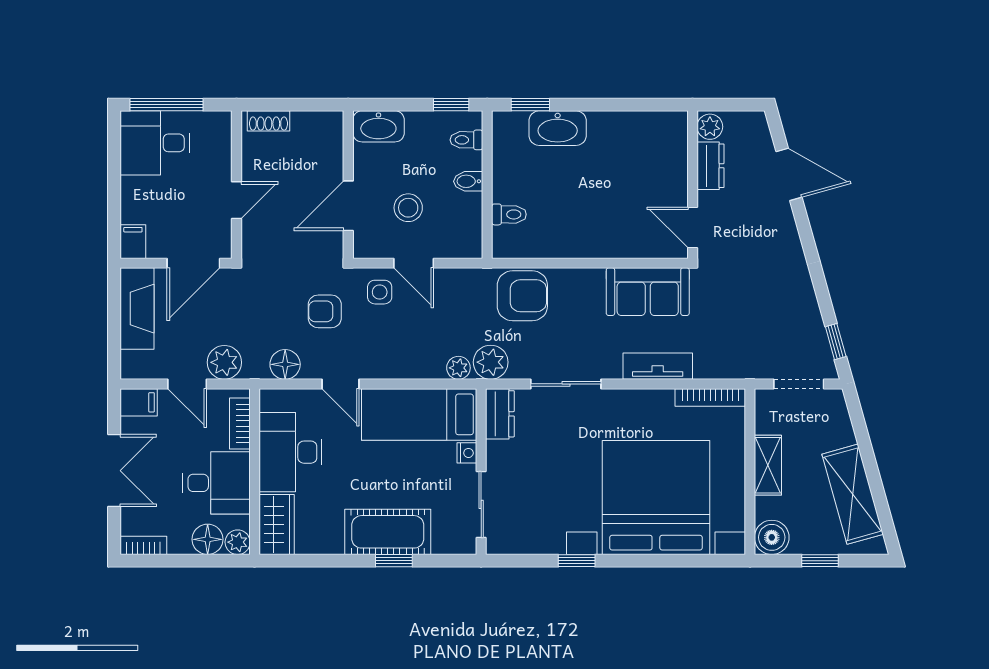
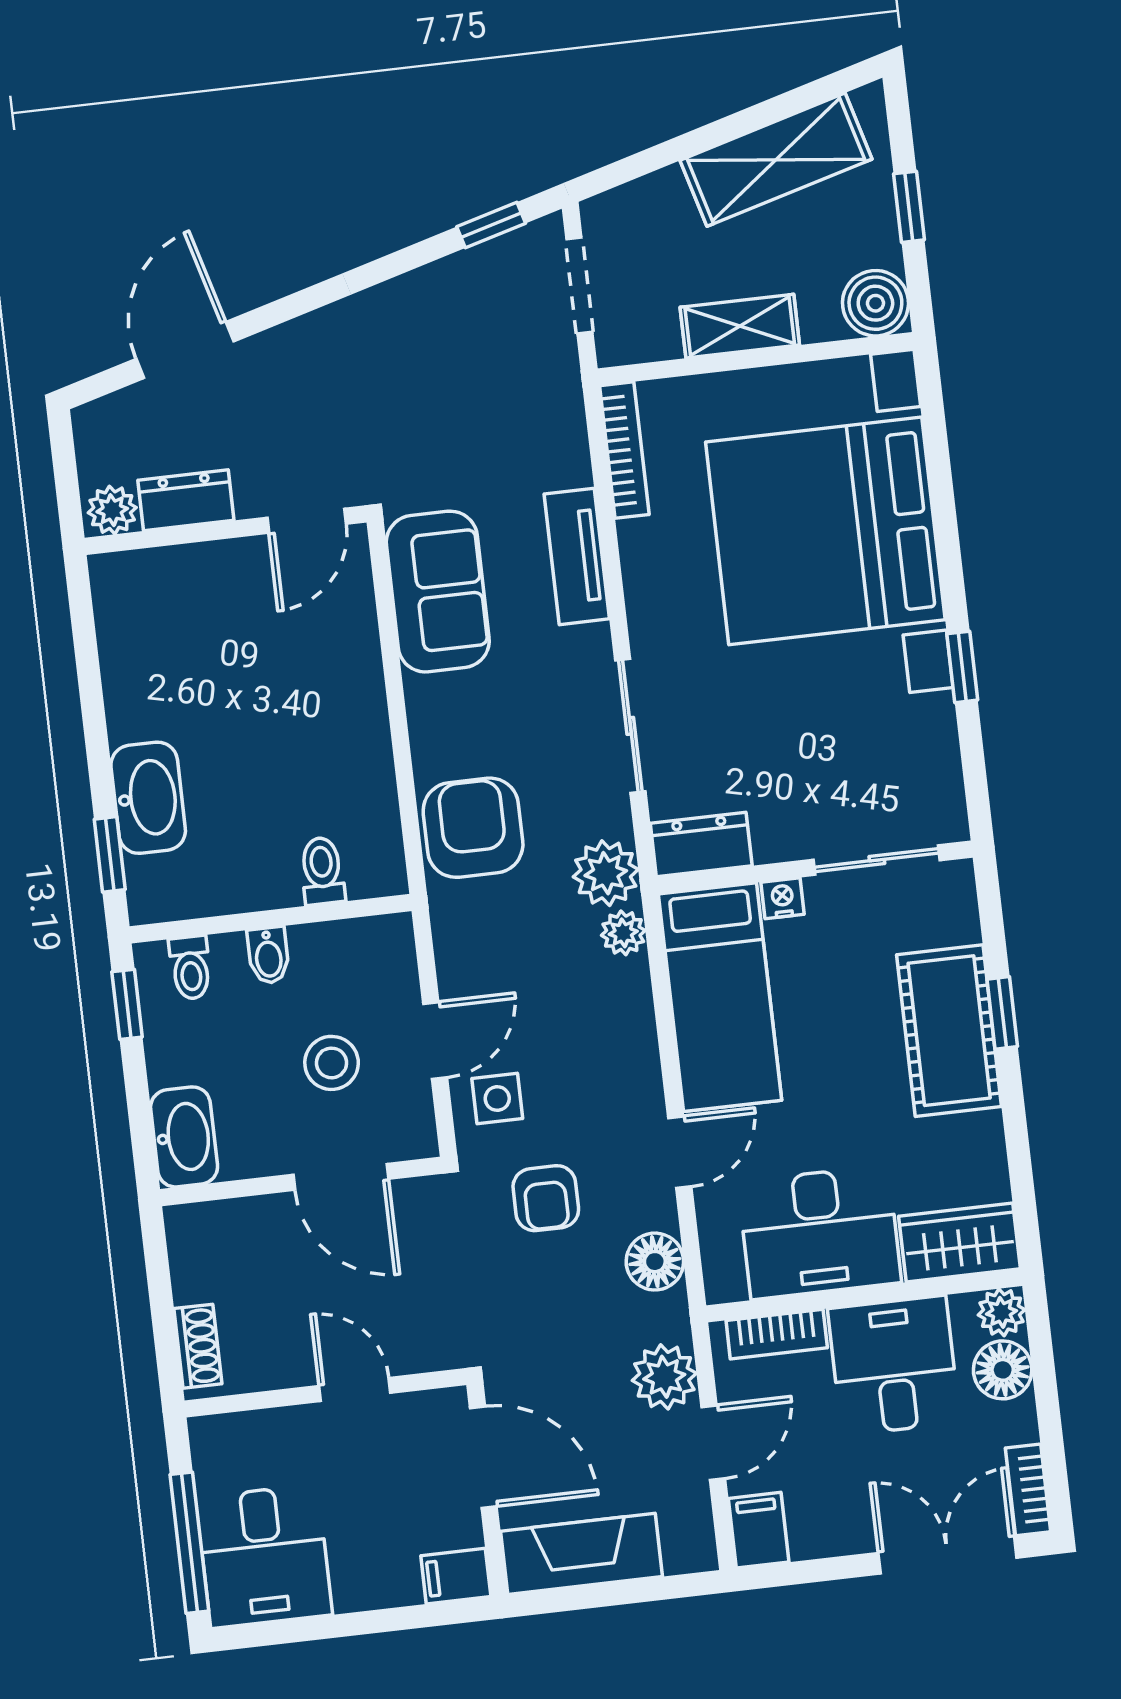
double door: (114, 471) -> (948, 1555), moved

